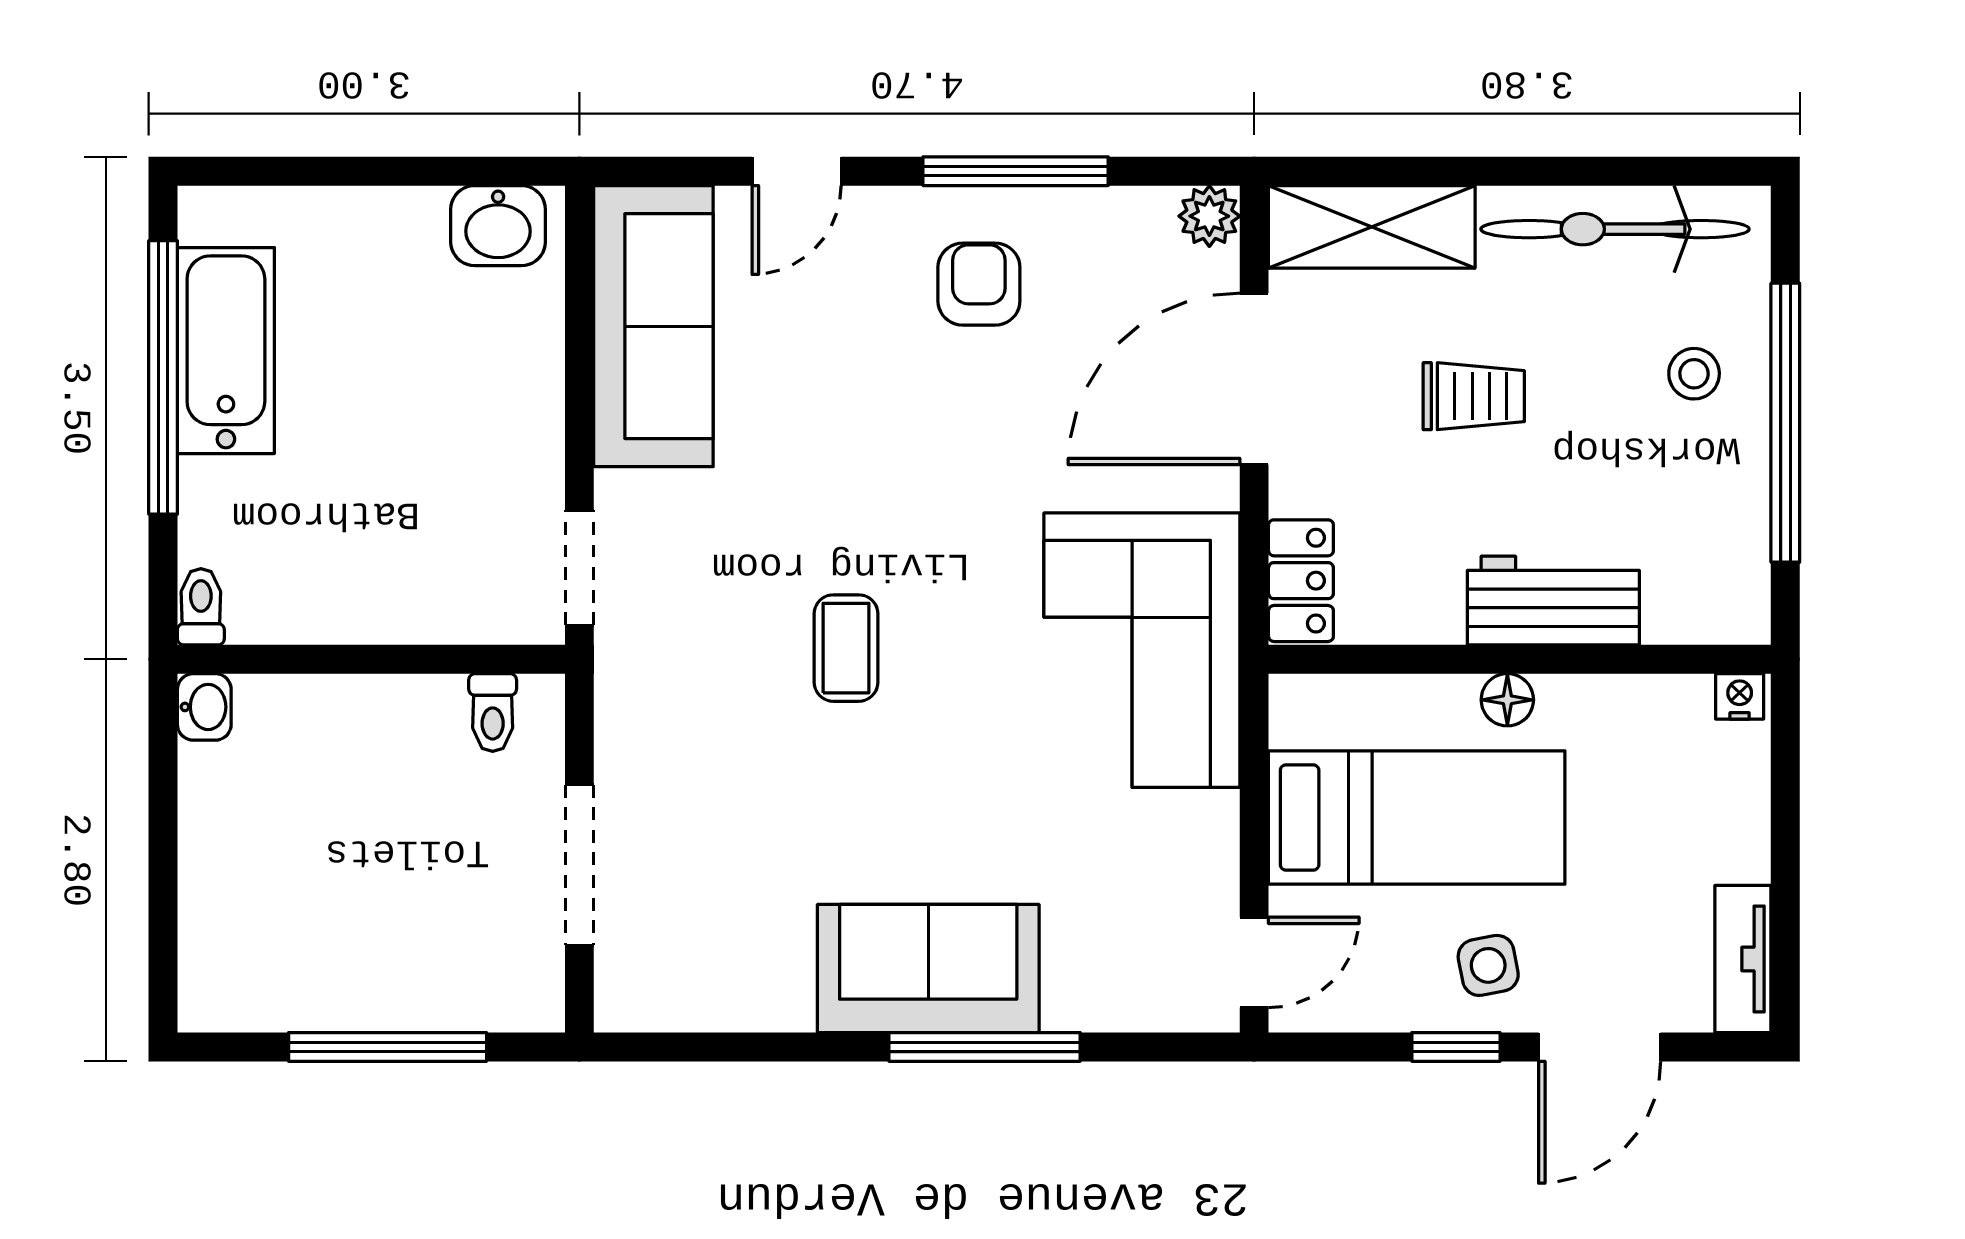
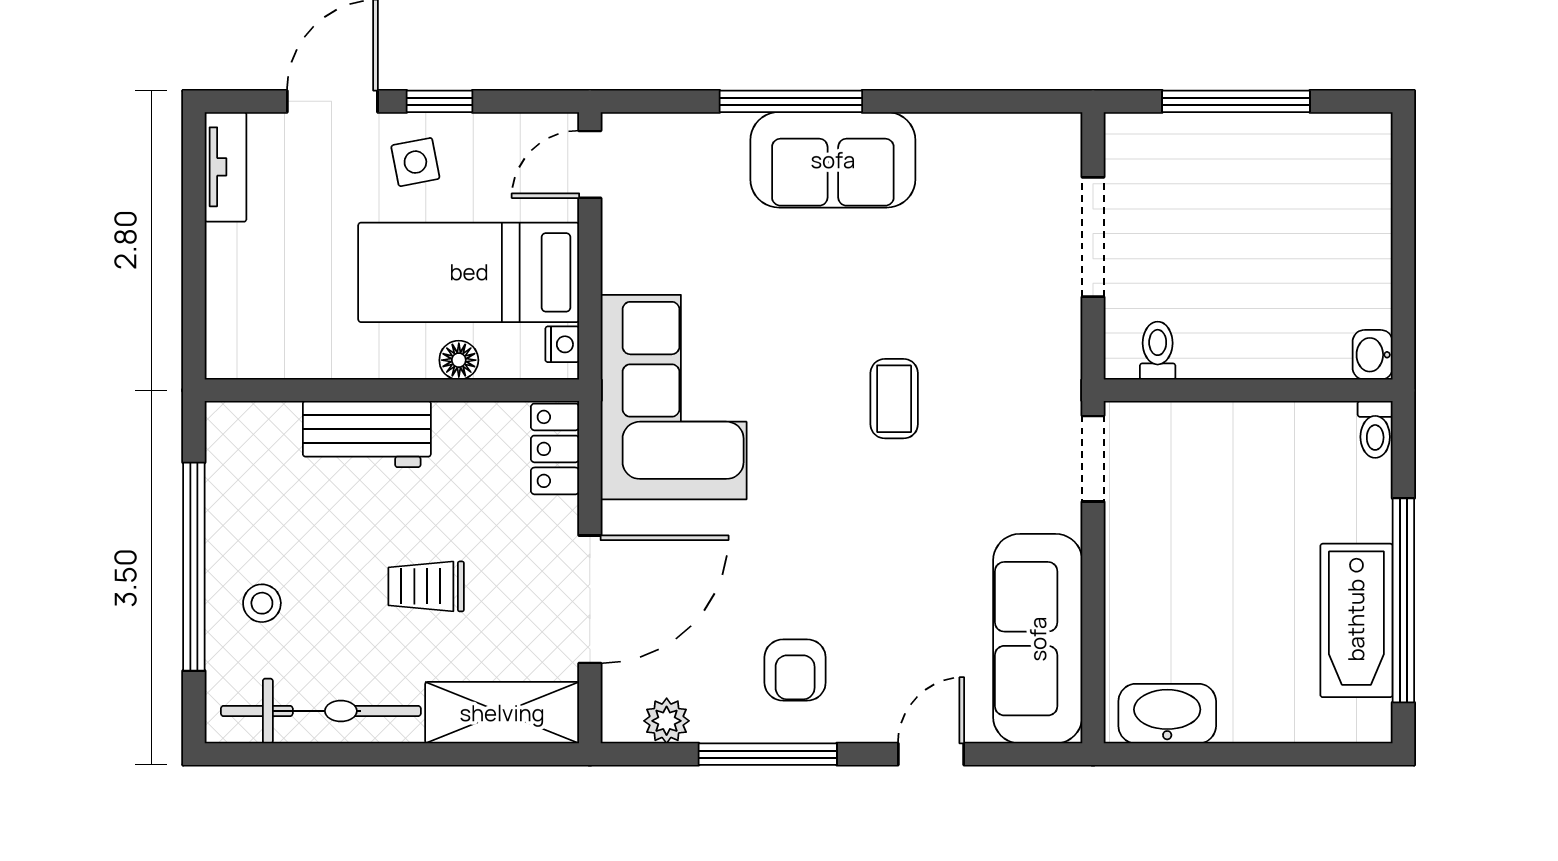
plant: (1209, 216) -> (667, 721), moved
washbasin: (498, 226) -> (1167, 714), width x1.38
nightstand: (1740, 696) -> (562, 344), moved, turned -90
floor lamp: (1507, 700) -> (459, 360), moved

